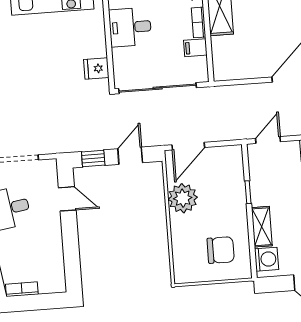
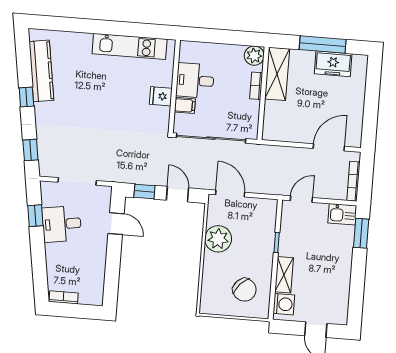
filing cabinet: (195, 48) -> (185, 105), moved, turned 180
fridge: (96, 68) -> (161, 96), moved
door: (188, 146) -> (230, 194), swing flipped
door: (130, 156) -> (178, 194), hinge flipped
chair: (221, 250) -> (245, 290), turned 43

